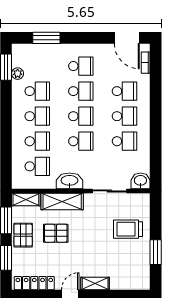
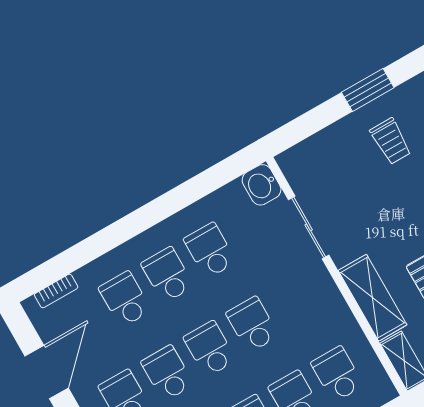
door: (127, 38) -> (47, 372), moved
washbasin: (69, 181) -> (330, 305), removed
trolley: (128, 229) -> (391, 141), moved, width x0.73, depth x0.72

